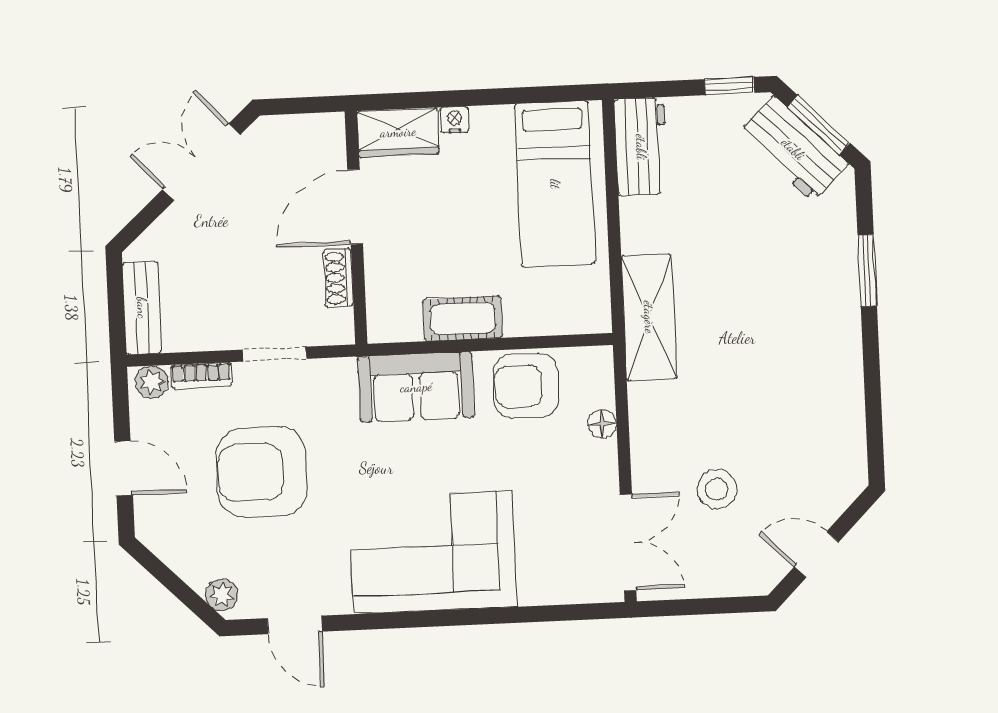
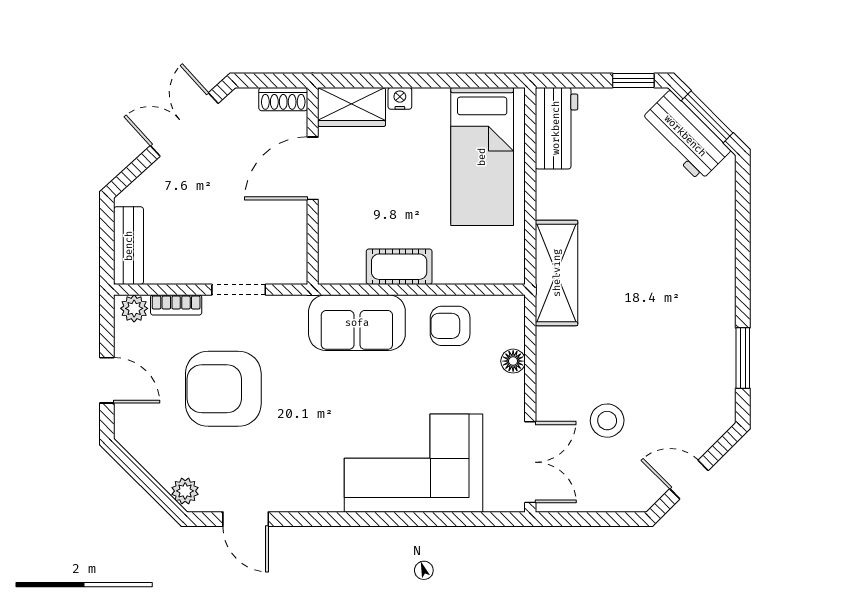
window: (867, 271) -> (743, 358), moved
shoe rack: (338, 278) -> (283, 99), moved, turned -90
armchair: (526, 386) -> (450, 326), width x0.72, depth x0.72
corner sofa: (433, 552) -> (414, 463), moved

